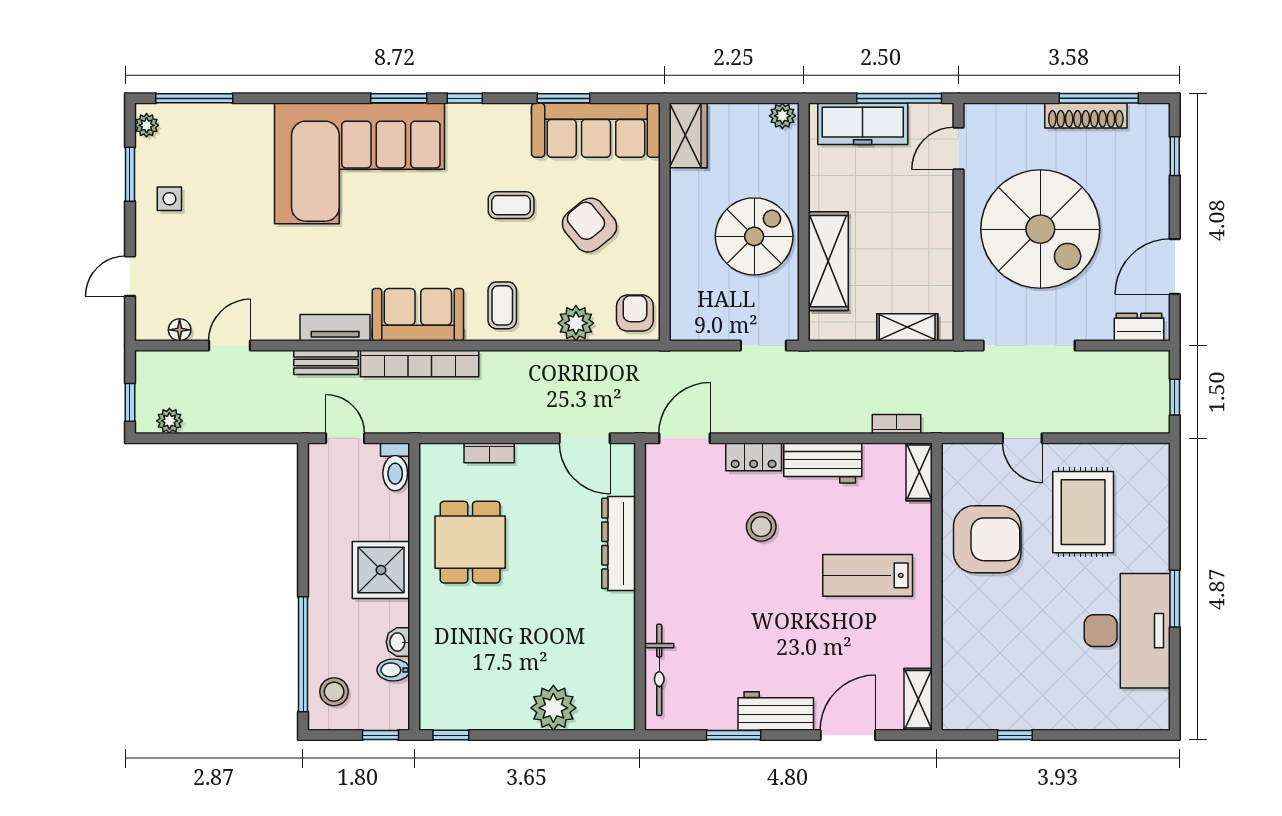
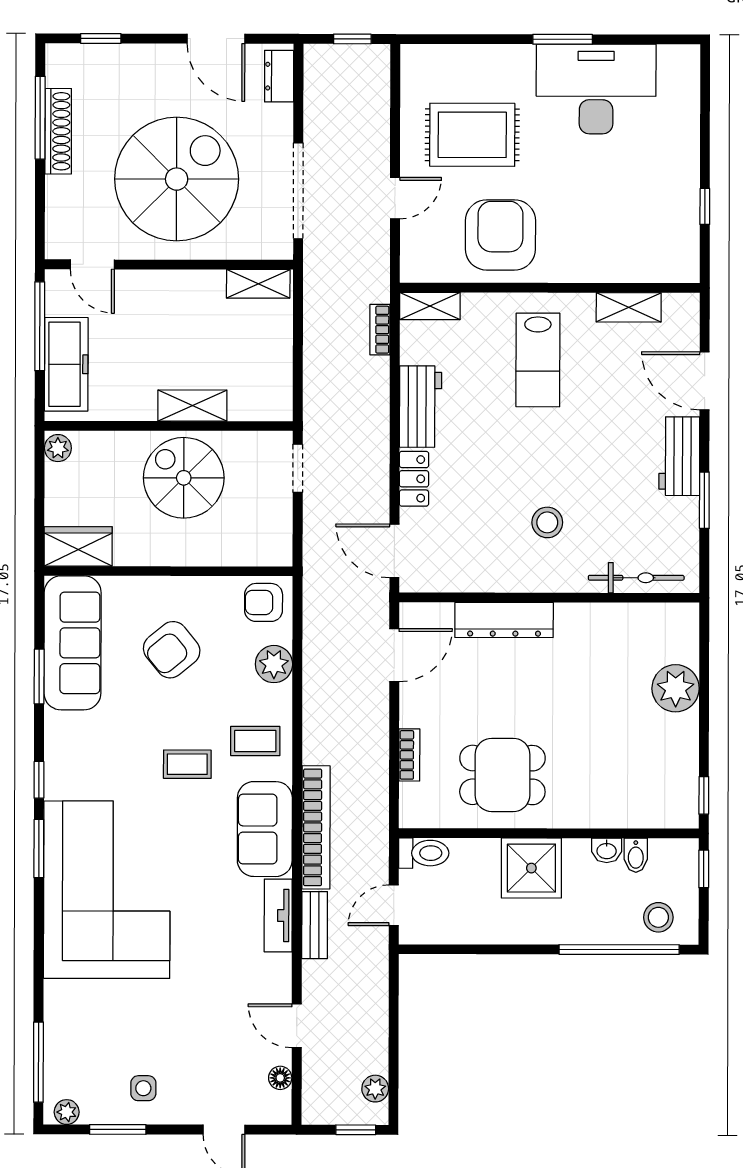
coffee table: (511, 205) -> (187, 764), moved, turned 90
shelving: (828, 261) -> (192, 406), width x0.67, depth x0.75
shelving: (907, 327) -> (258, 284), moved, turned 90
stool: (761, 527) -> (547, 522), moved
shelving: (918, 699) -> (629, 307), moved

